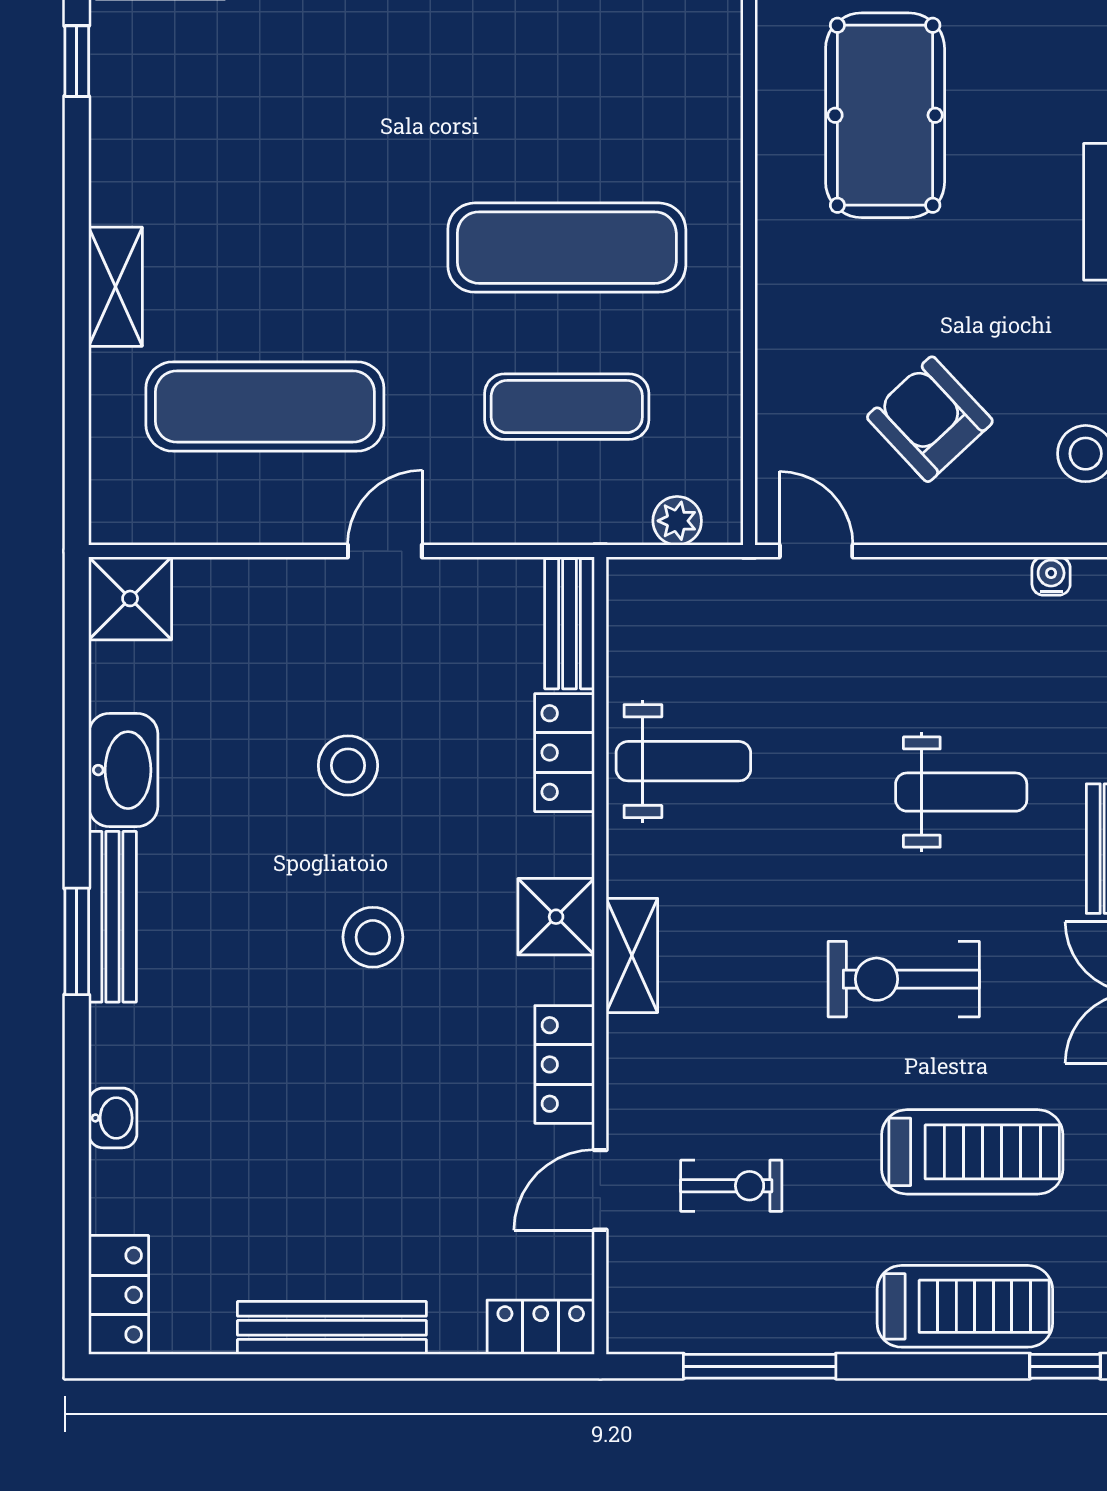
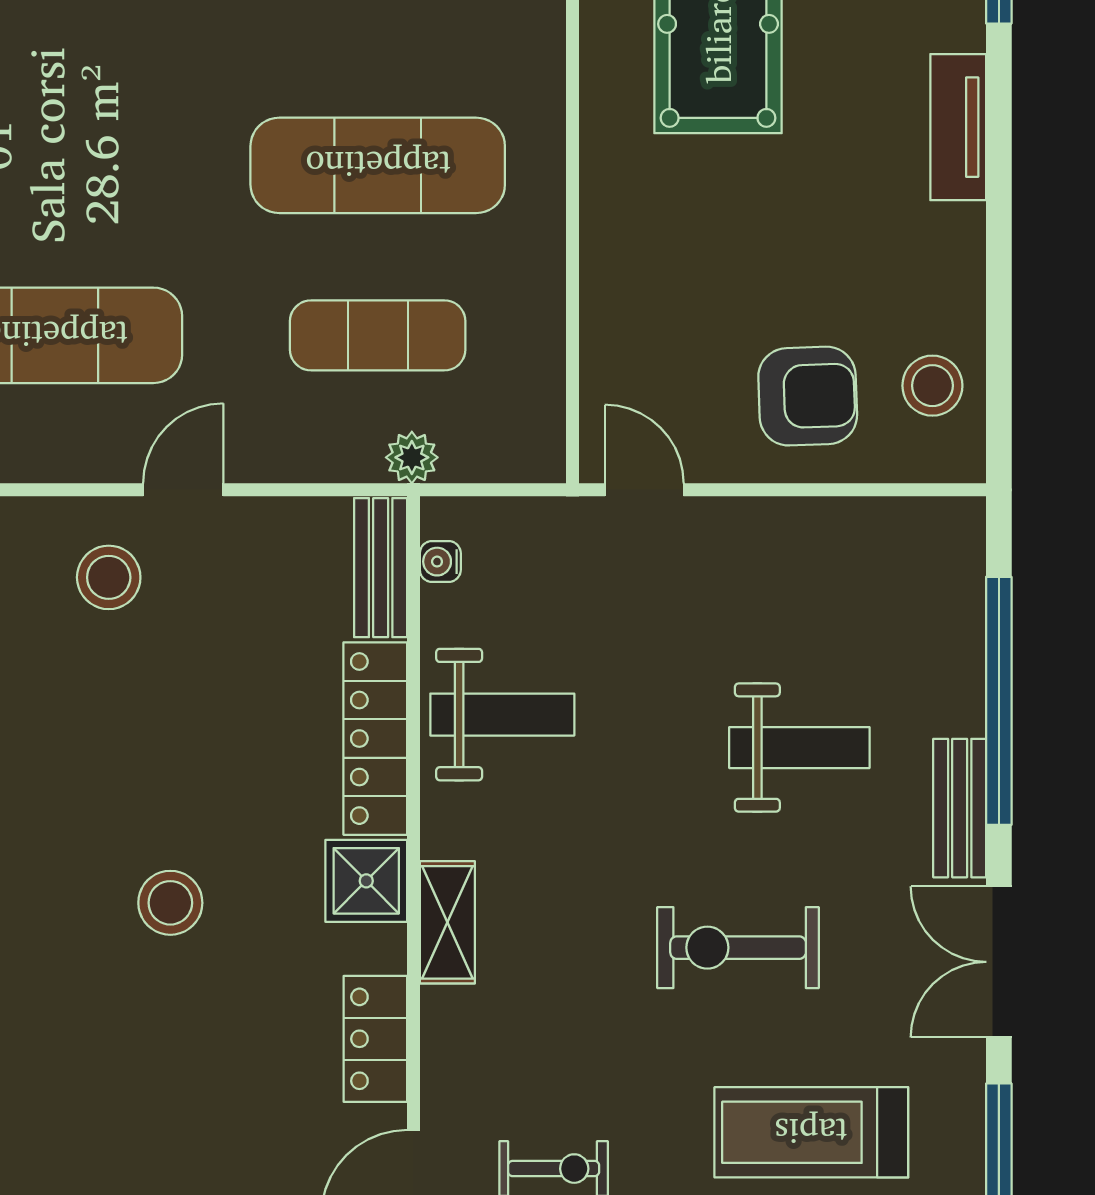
armchair: (930, 419) -> (808, 396), moved, turned 131
plant: (677, 521) -> (412, 457), moved
water cooler: (1051, 576) -> (440, 562), moved, turned -90
locker: (565, 753) -> (375, 739), width x1.53
stool: (348, 765) -> (109, 577), moved
treadmill: (972, 1152) -> (811, 1132), turned 180

